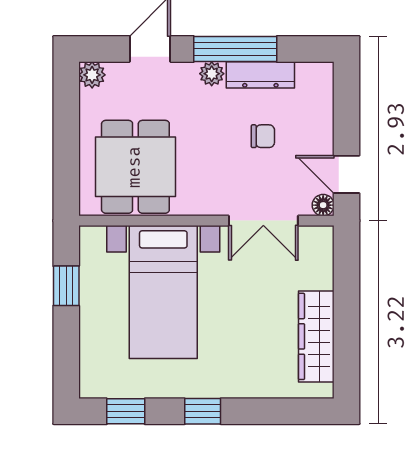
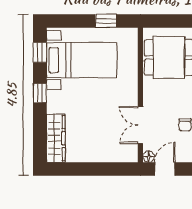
bed with nightstands: (163, 292) -> (82, 60), moved, turned 180
wardrobe: (316, 336) -> (56, 138), moved, turned 90

